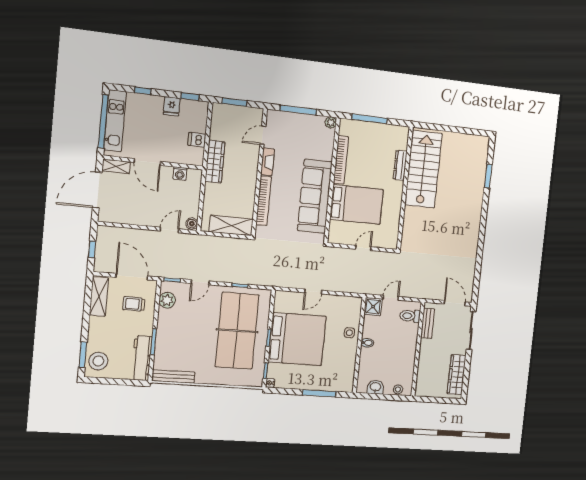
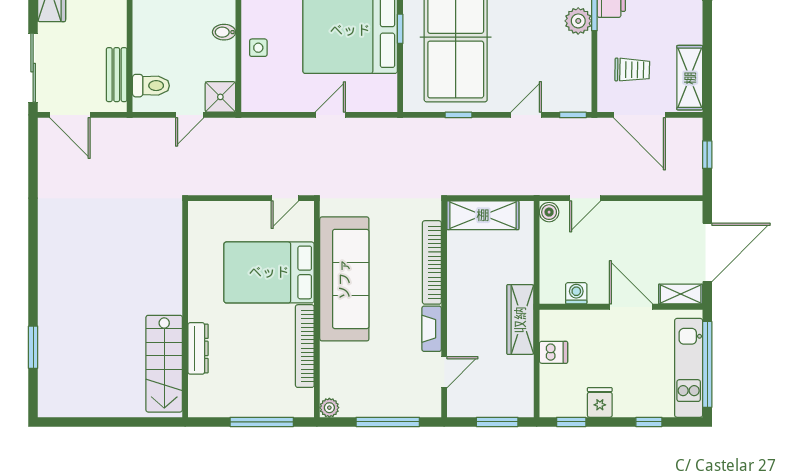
stairs: (423, 169) -> (164, 364), width x0.73, depth x0.66
door: (363, 248) -> (285, 198), moved
plant: (167, 300) -> (578, 21), moved

